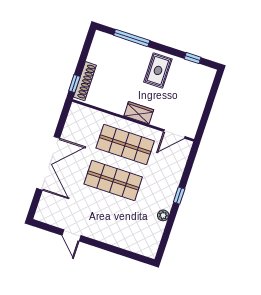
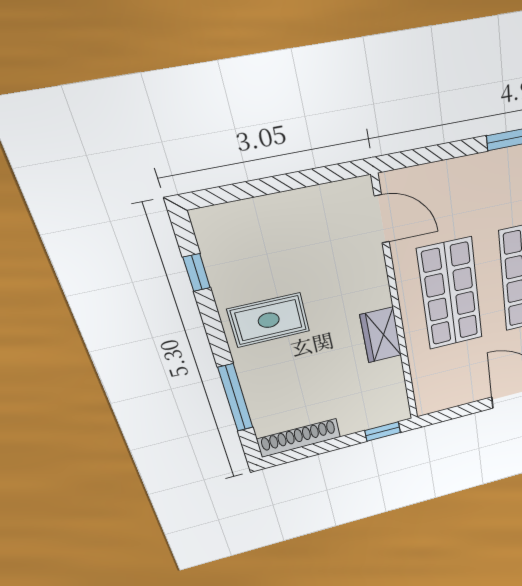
shoe rack: (85, 81) -> (299, 438), moved
wardrobe: (139, 113) -> (381, 335), moved

